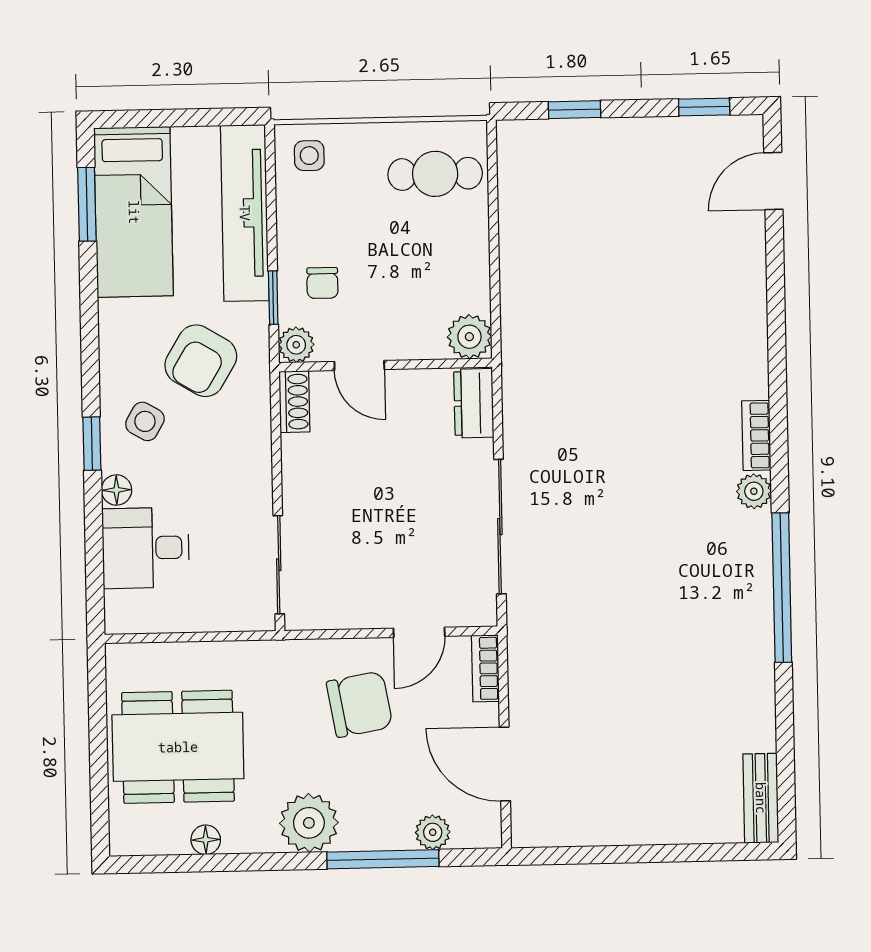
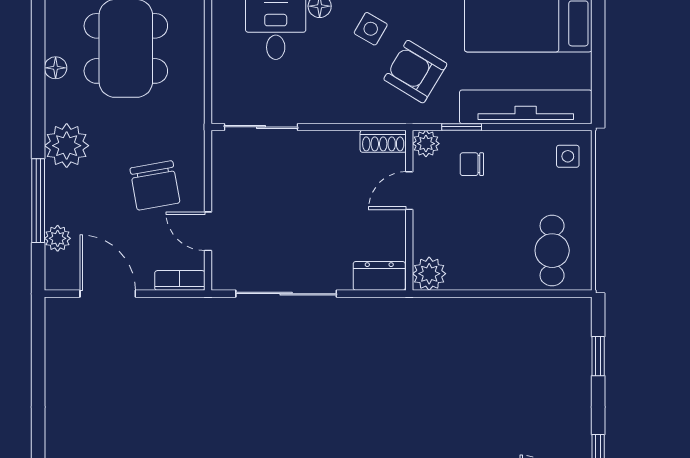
door: (505, 764) -> (108, 294), hinge flipped

